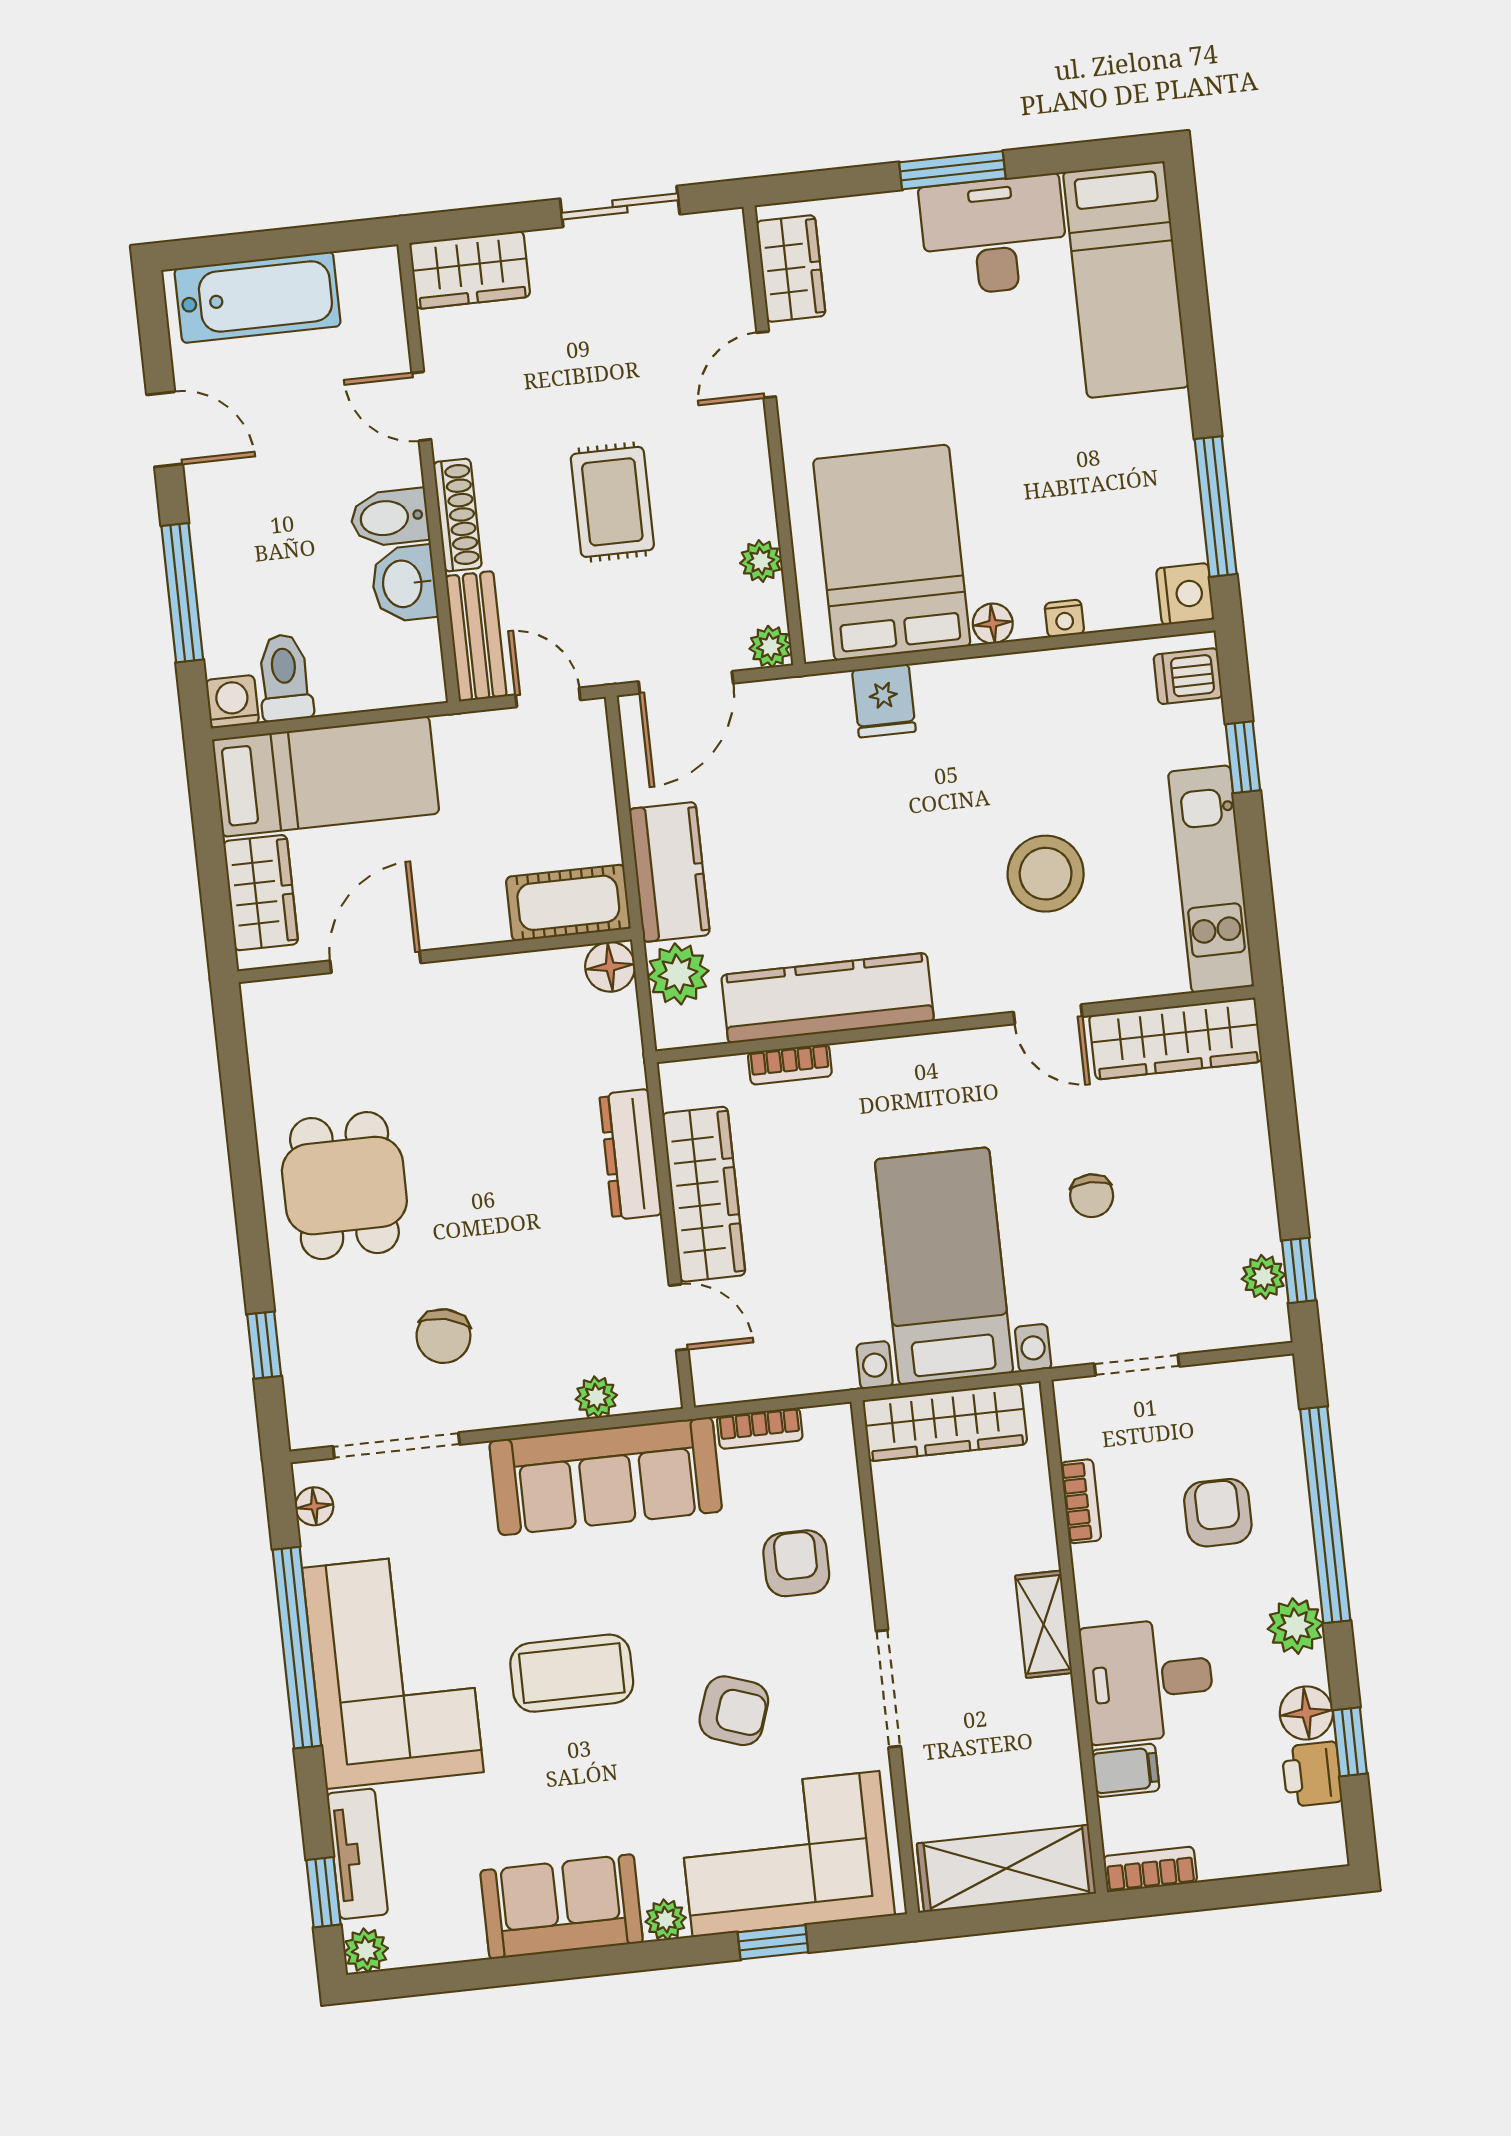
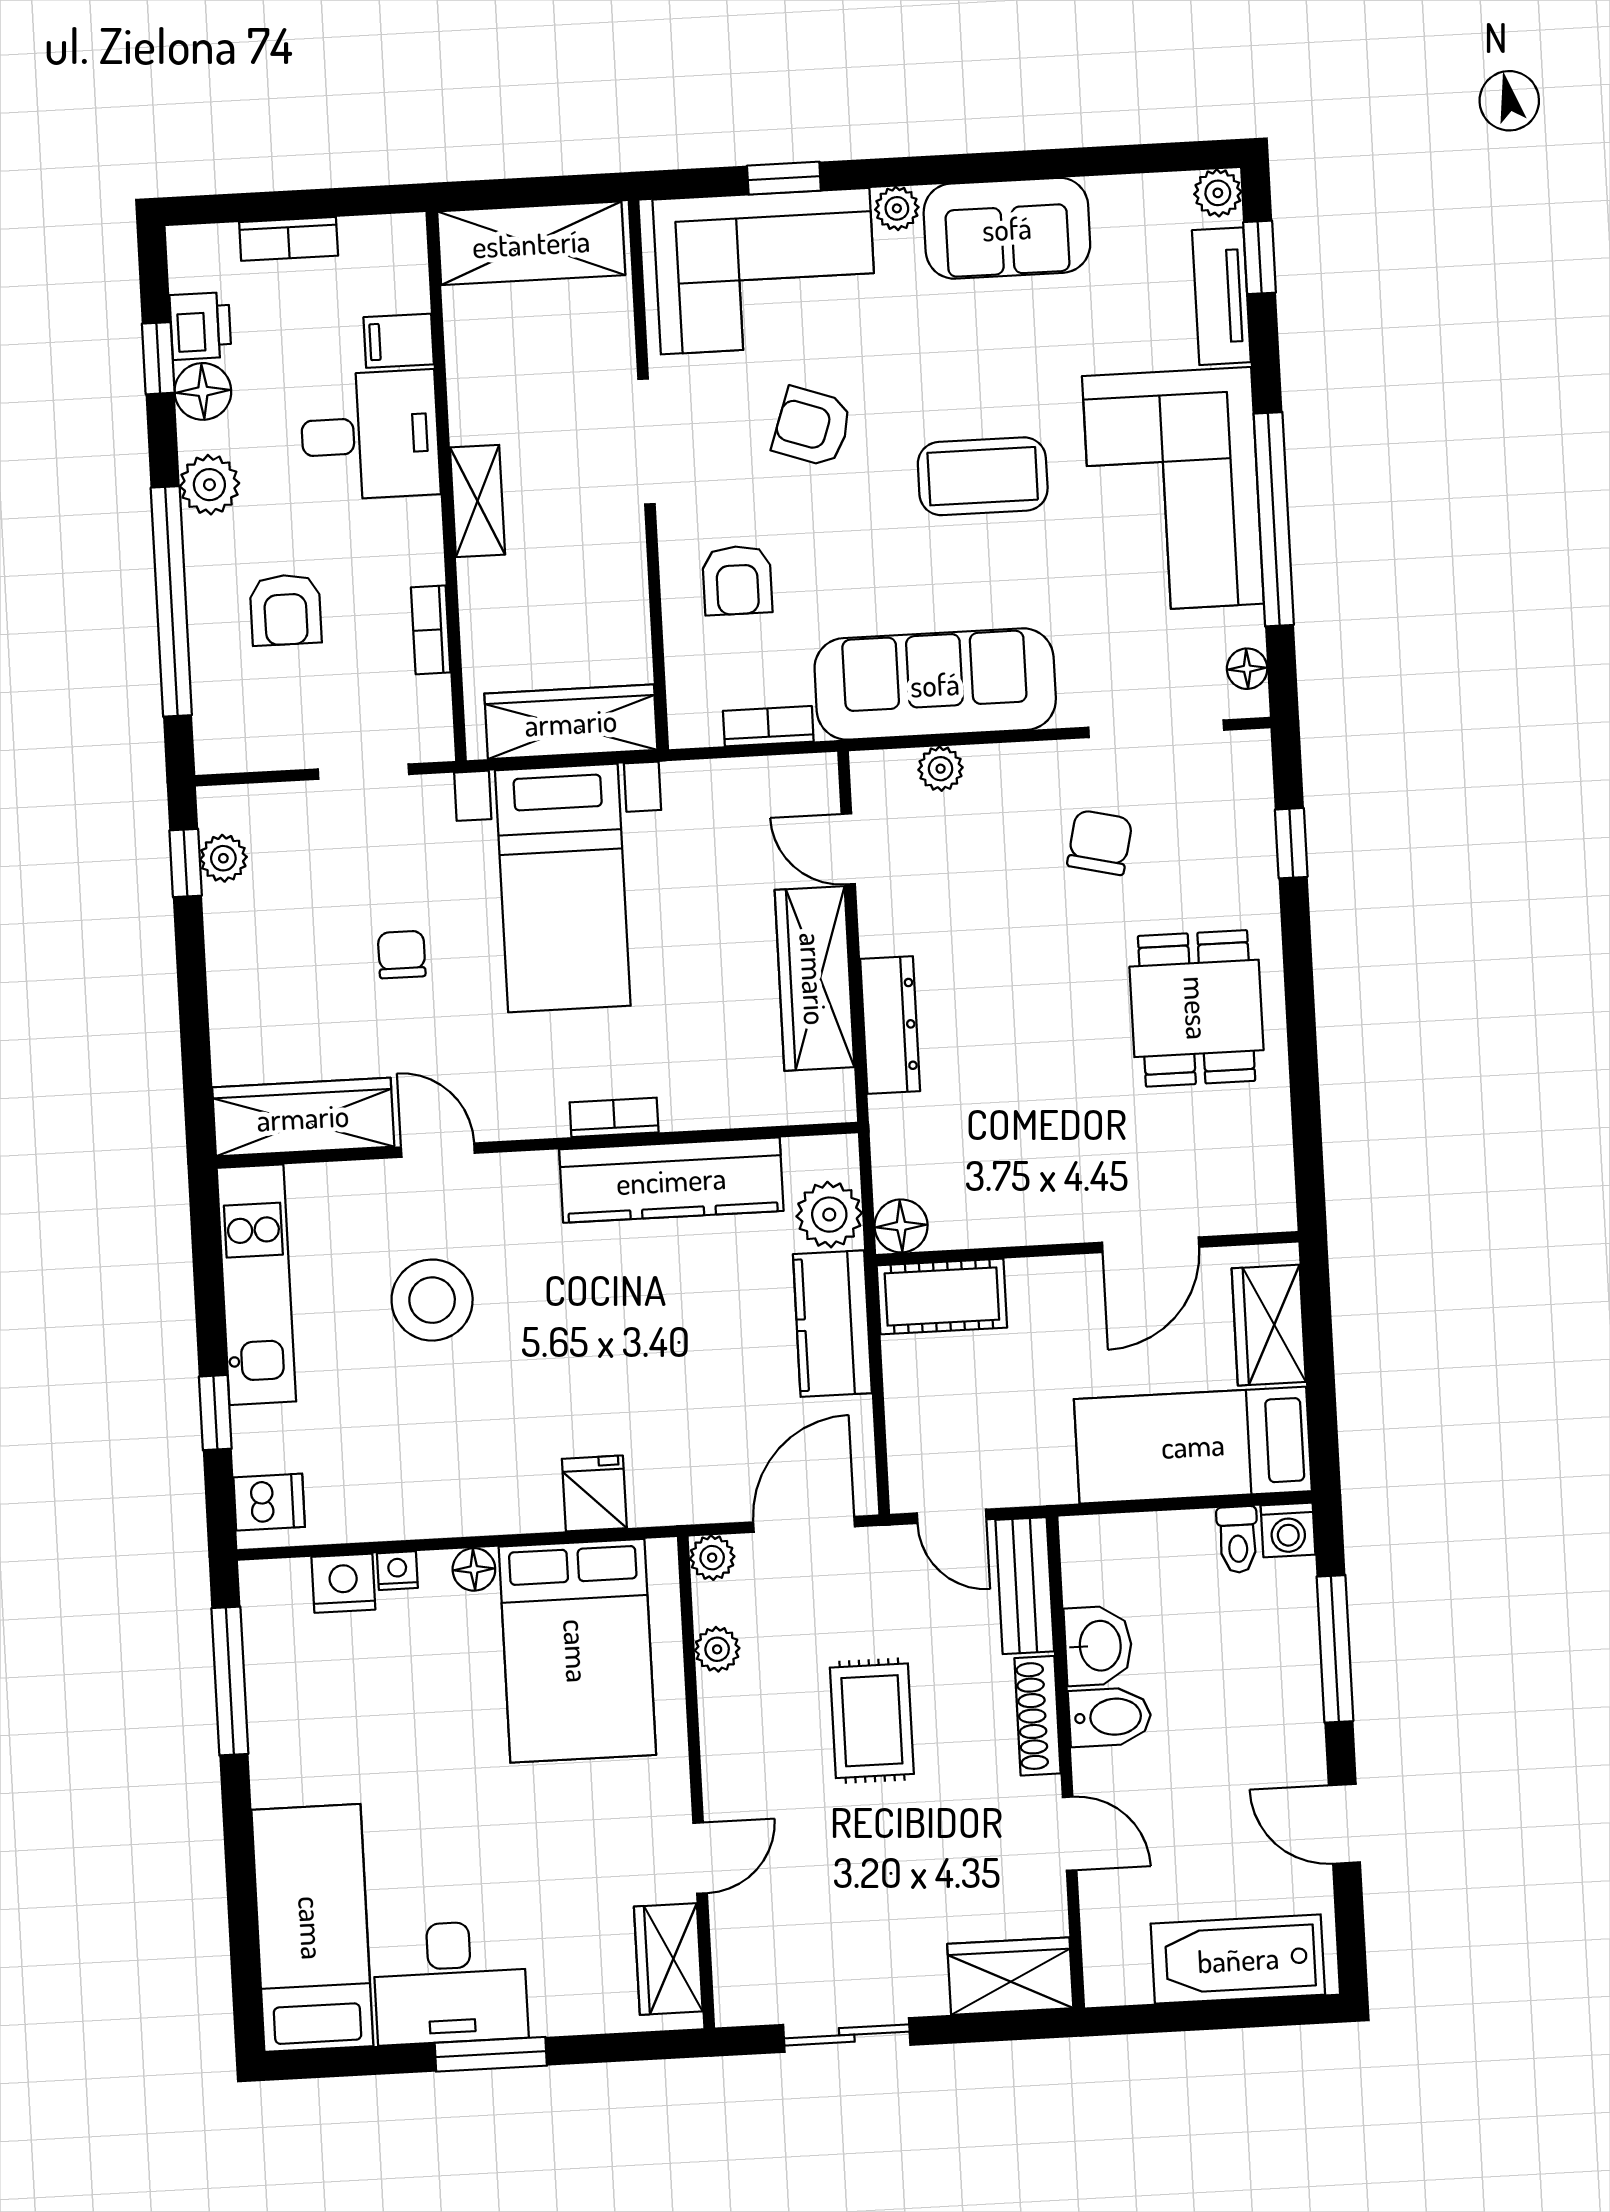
nightstand: (1185, 594) -> (343, 1583), moved, turned 90
toilet: (285, 678) -> (1238, 1540), width x0.73, depth x0.72
bookcase: (790, 1064) -> (614, 1117), moved
bookcase: (1150, 1869) -> (289, 239), moved

